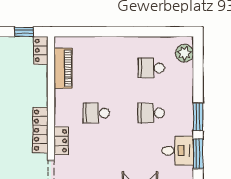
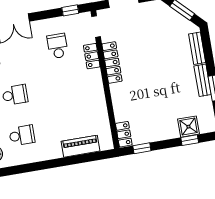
piano: (63, 68) -> (81, 146), moved, turned 90
school desk: (96, 113) -> (58, 46), moved, turned -90

